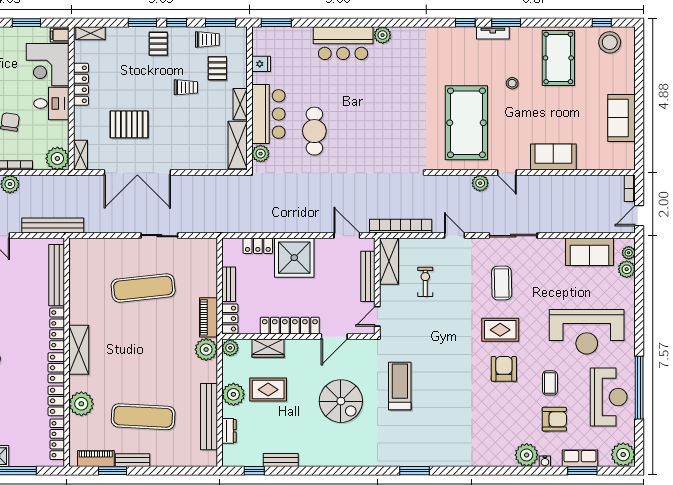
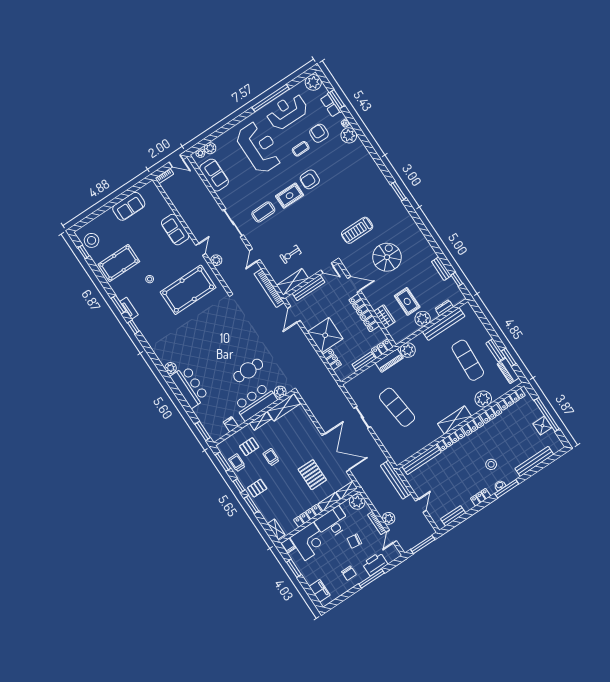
desk: (51, 104) -> (332, 523), width x1.37
shelving: (81, 123) -> (329, 502), added
rug: (500, 330) -> (290, 196), turned 90
plant: (230, 348) -> (398, 337), removed

